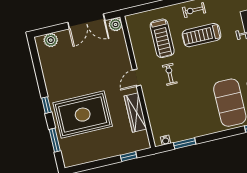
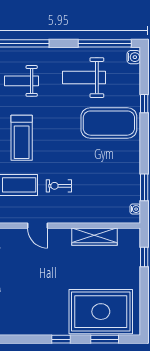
door: (137, 78) -> (38, 226), moved
rug: (83, 115) -> (101, 312), moved, turned 90

